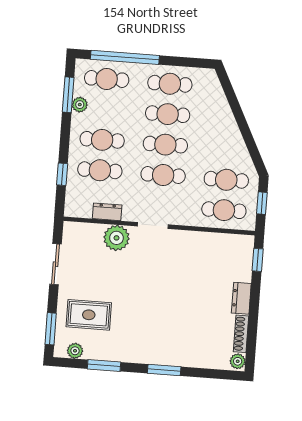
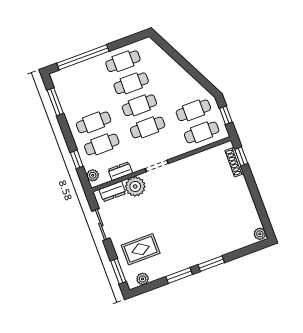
cafe table: (107, 79) -> (77, 78), removed
plant: (80, 105) -> (93, 175), moved
dresser: (241, 298) -> (112, 191), moved, turned -90
shoe rack: (241, 334) -> (234, 162), moved
window: (104, 365) -> (179, 276), moved

